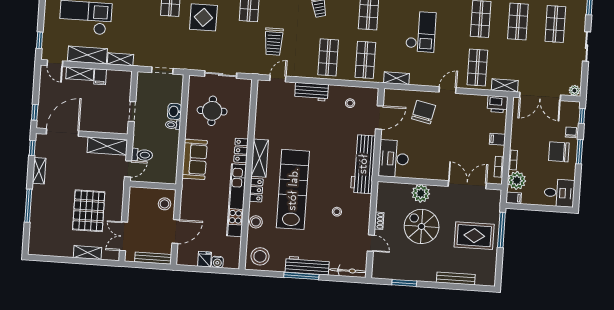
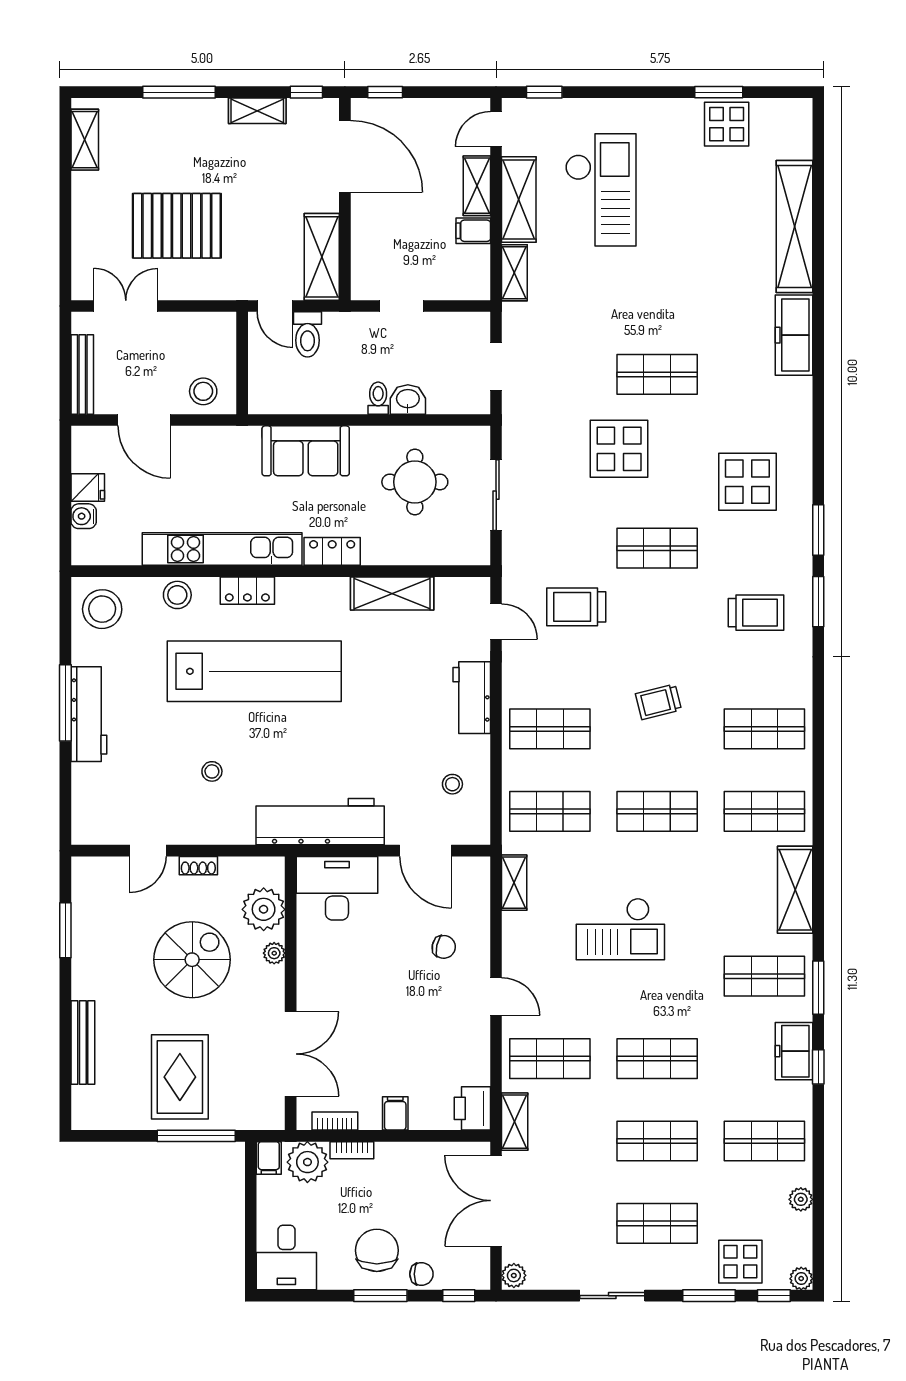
chair: (424, 112) -> (444, 947), width x0.54, depth x0.54
shelving: (260, 158) -> (392, 593), moved
plant: (401, 193) -> (264, 909), added
plant: (421, 193) -> (274, 953), width x0.53, depth x0.53
shelving: (88, 253) -> (85, 140), moved
bicycle: (348, 271) -> (84, 804), removed

